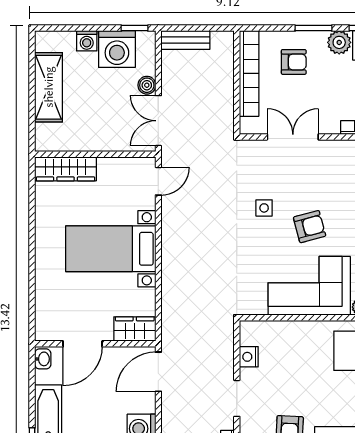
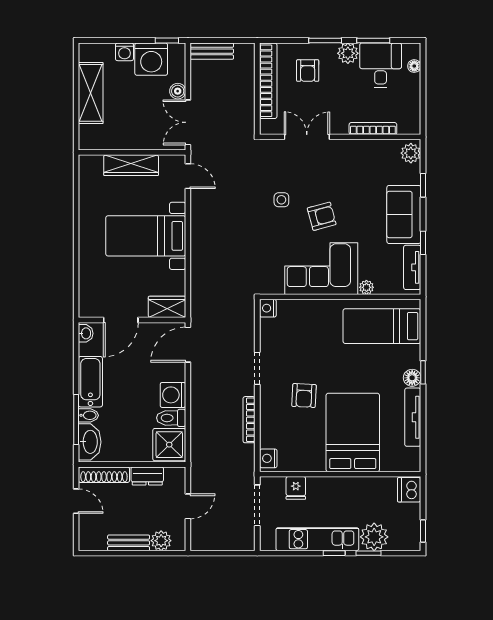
armchair: (294, 62) -> (308, 71), turned 90
wardrobe: (66, 169) -> (131, 165), moved
door: (158, 181) -> (188, 176), hinge flipped
nightstand: (249, 357) -> (268, 308), moved

